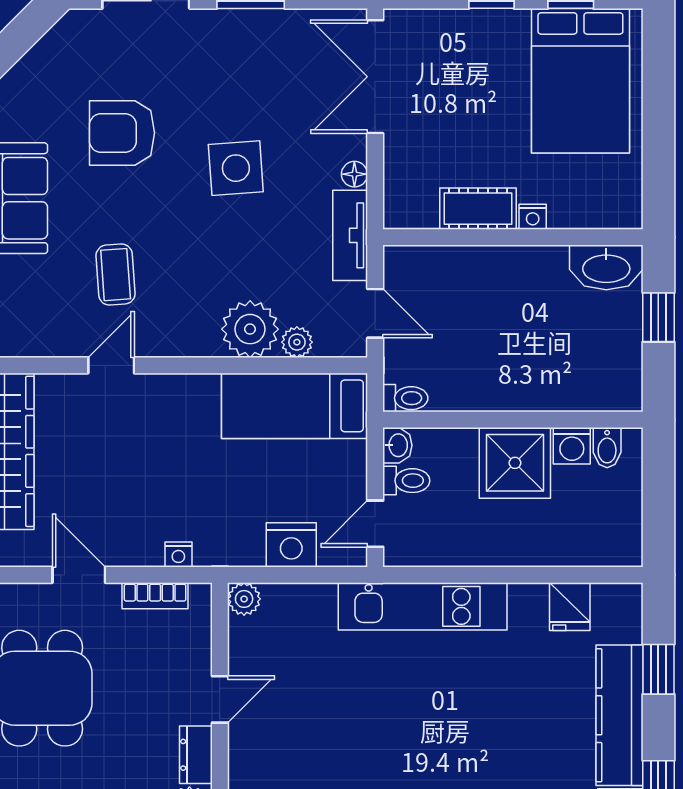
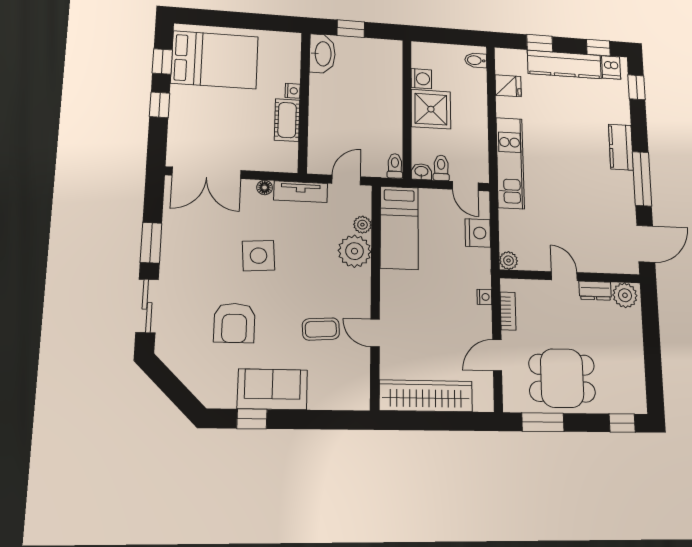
bidet: (607, 448) -> (476, 60), moved, turned 180

